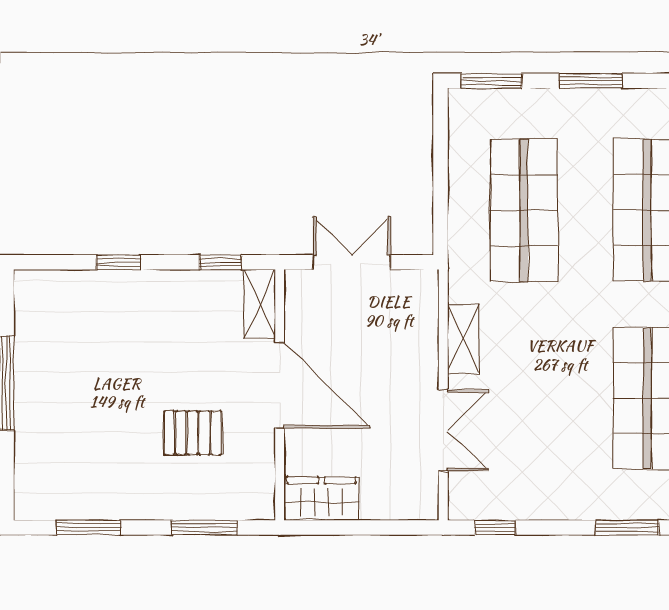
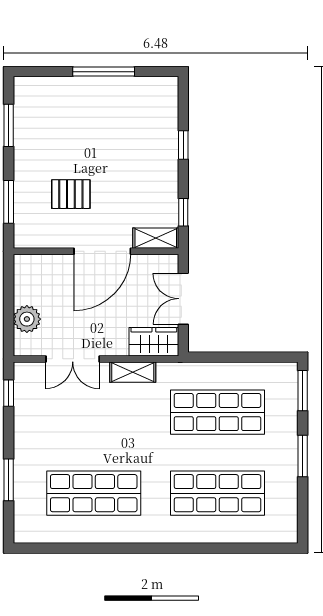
double door: (352, 262) -> (183, 299), swing flipped
pallet: (193, 433) -> (71, 194), turned 90
wardrobe: (321, 499) -> (154, 342), moved, turned -90
plant: (383, 500) -> (27, 319), added

